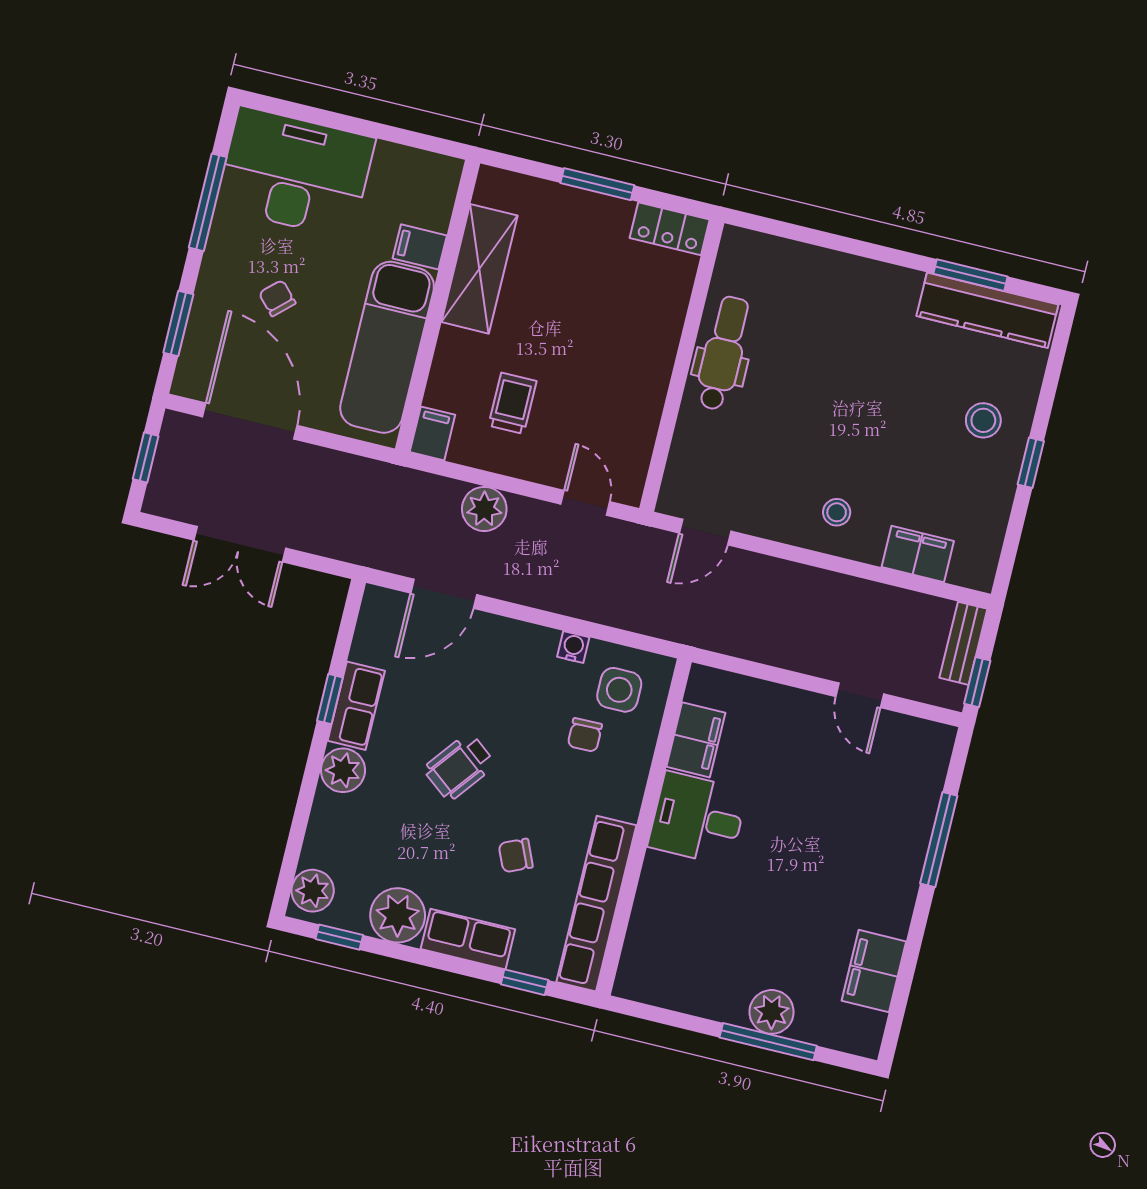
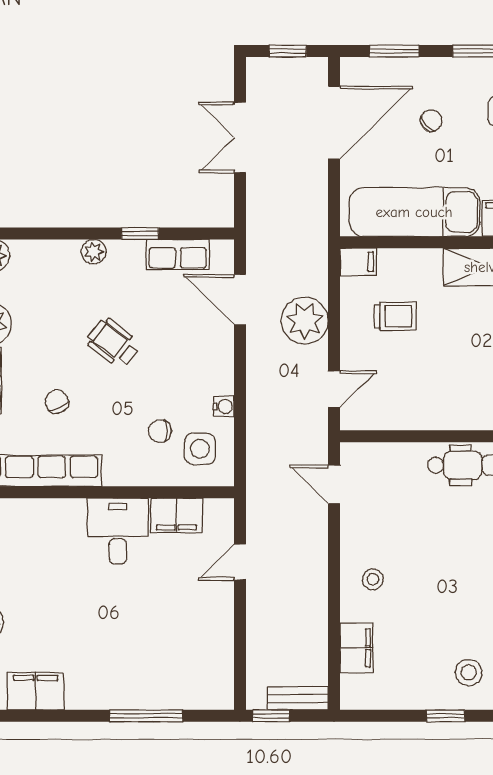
plant: (484, 509) -> (305, 321), width x1.36, depth x1.36
door: (860, 695) -> (240, 562), moved
row of seats: (356, 706) -> (178, 254), moved
plant: (343, 770) -> (94, 252), width x0.73, depth x0.73

